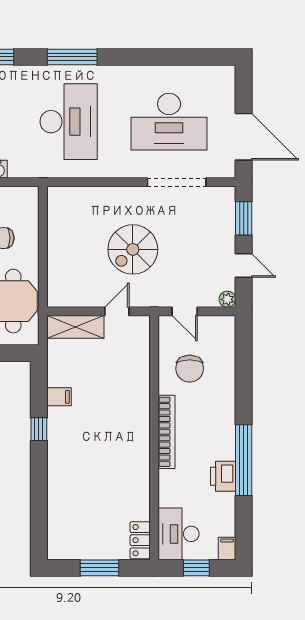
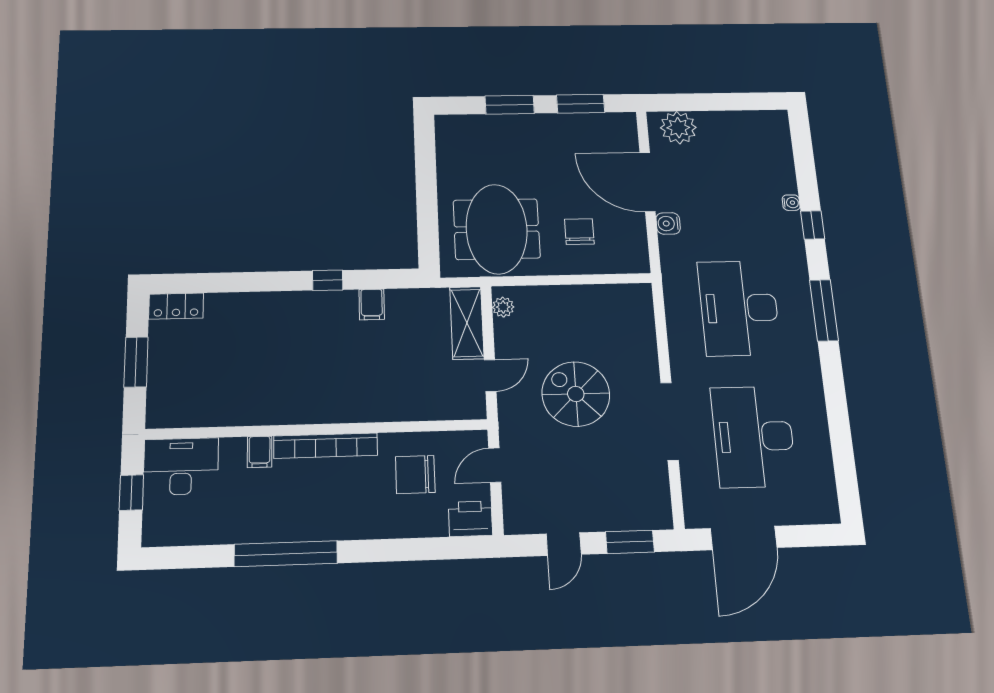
desk: (69, 122) -> (739, 308), turned 90
doorway: (177, 182) -> (669, 421), moved
plant: (227, 299) -> (503, 307), moved
door: (117, 311) -> (490, 375), hinge flipped
printer: (223, 476) -> (470, 519), moved
locker: (140, 540) -> (176, 306), moved, turned 180
filing cabinet: (227, 548) -> (260, 452), moved, turned 90

